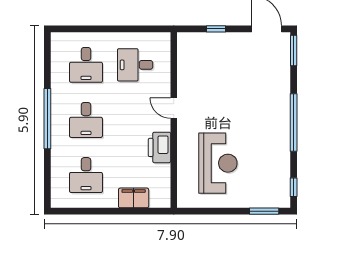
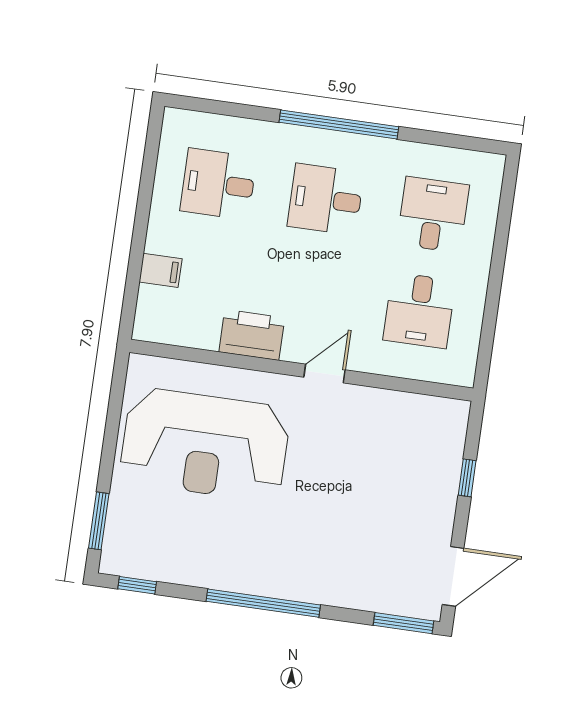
desk: (86, 65) -> (433, 215), turned 90
desk: (135, 65) -> (419, 310), turned 180
reception desk: (218, 163) -> (205, 444), width x1.36, depth x1.30
filing cabinet: (134, 198) -> (161, 270), width x0.50

